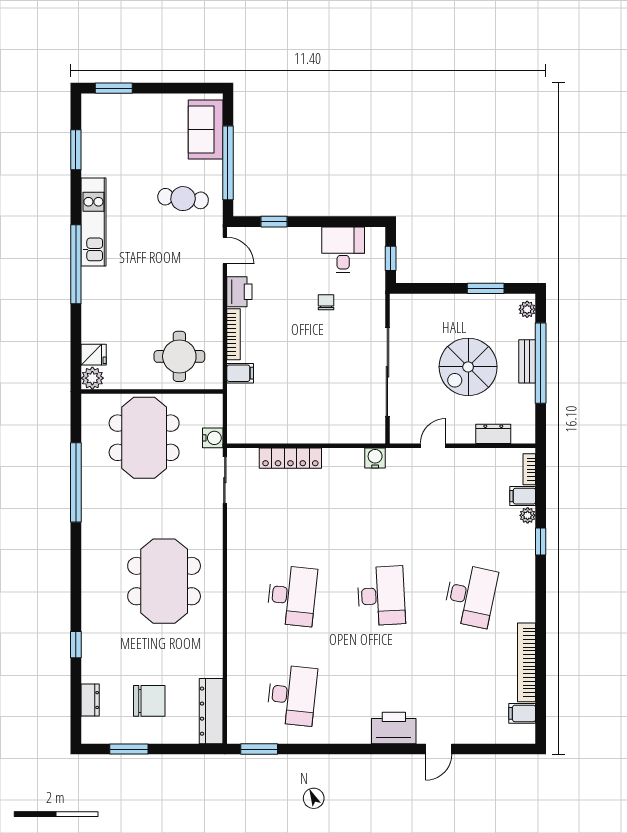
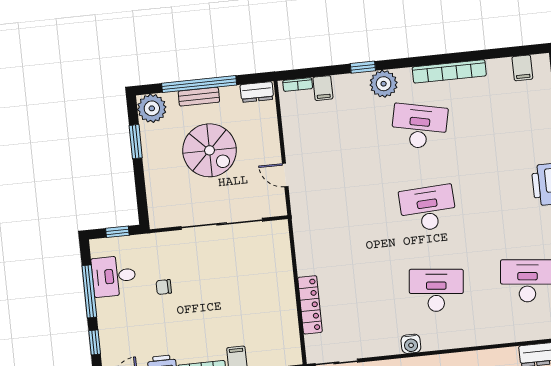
window: (329, 222) -> (89, 291), added
plant: (527, 309) -> (152, 108), width x1.87, depth x1.87
dresser: (493, 434) -> (257, 92), moved, turned -90
water cooler: (375, 458) -> (411, 344), moved, turned -90
plant: (528, 515) -> (384, 84), moved, width x1.88, depth x1.88
bookcase: (527, 662) -> (449, 71), moved

